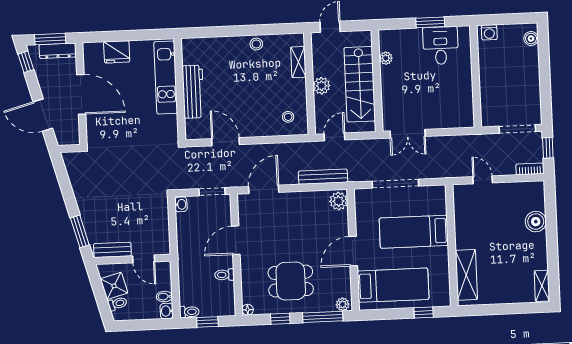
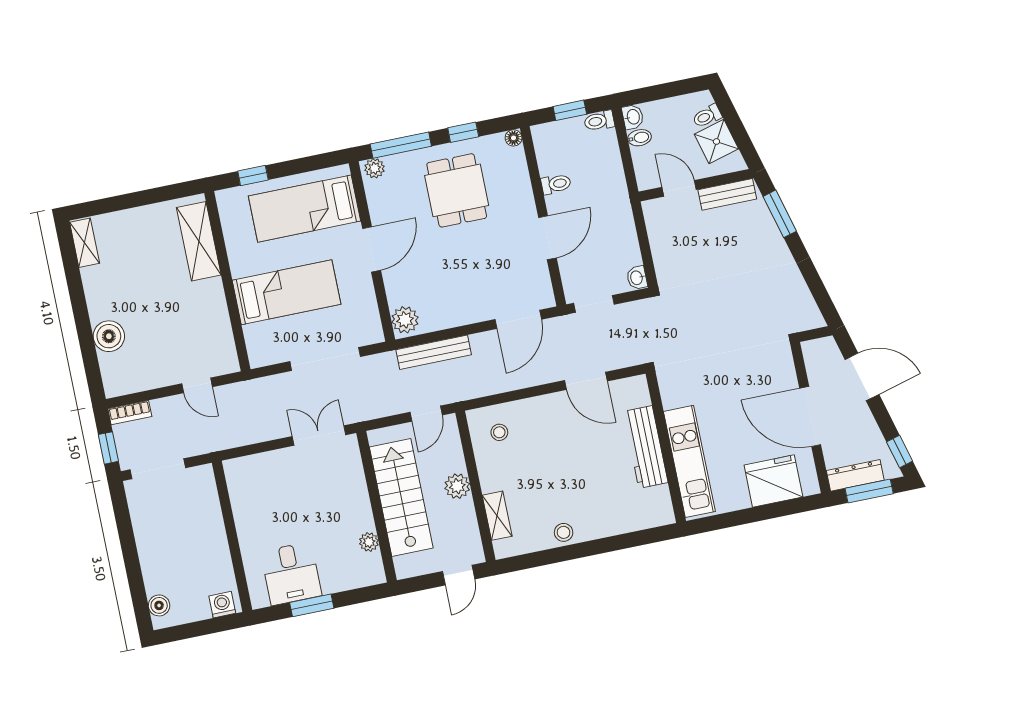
fridge: (117, 52) -> (773, 481), width x1.36, depth x1.34
dining table: (291, 281) -> (457, 190), turned 90

